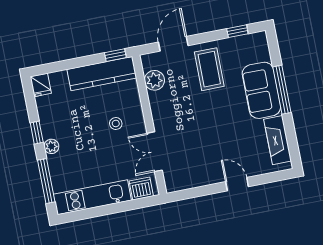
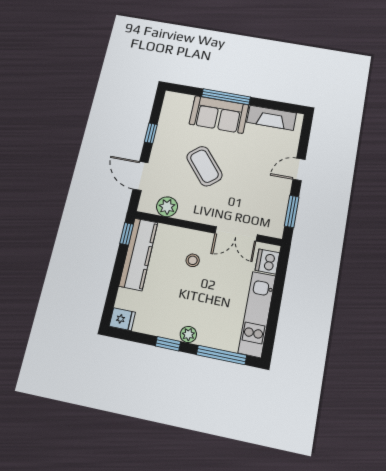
window: (237, 31) -> (151, 133), moved
coffee table: (209, 69) -> (204, 166), moved, turned 50
window: (195, 192) -> (292, 211), added

